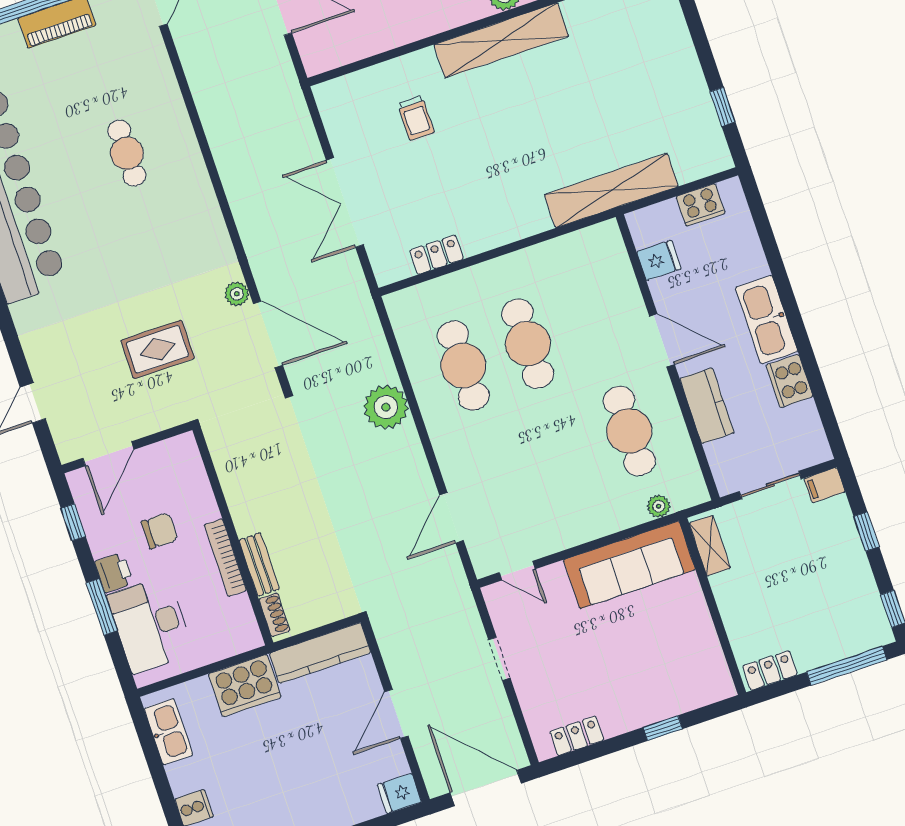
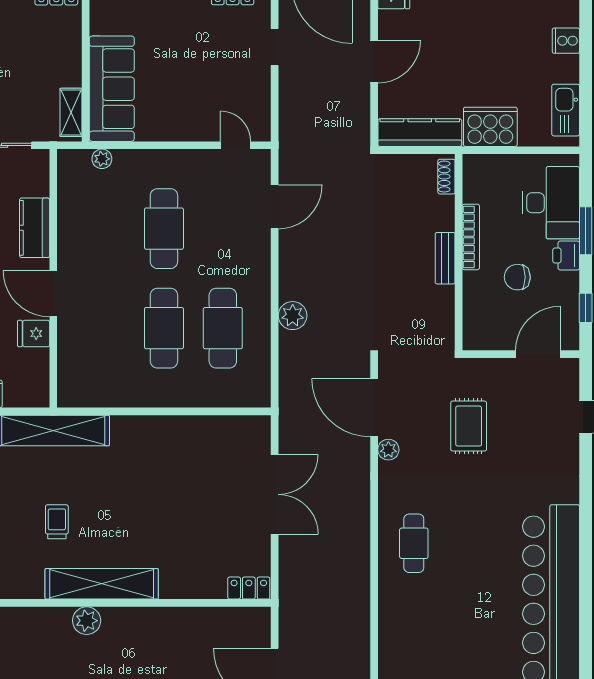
trolley: (416, 118) -> (57, 522), moved
cafe table: (127, 153) -> (414, 543), moved
locker: (437, 255) -> (249, 588), moved, turned 180
fridge: (659, 260) -> (34, 334), moved
rug: (158, 349) -> (469, 426), turned 90
plant: (386, 407) -> (293, 316), width x0.73, depth x0.73
cafe table: (629, 431) -> (164, 229), moved
bench: (259, 565) -> (445, 258), moved
sofa: (629, 565) -> (112, 89), moved, turned 90
doorway: (499, 659) -> (275, 47), moved

